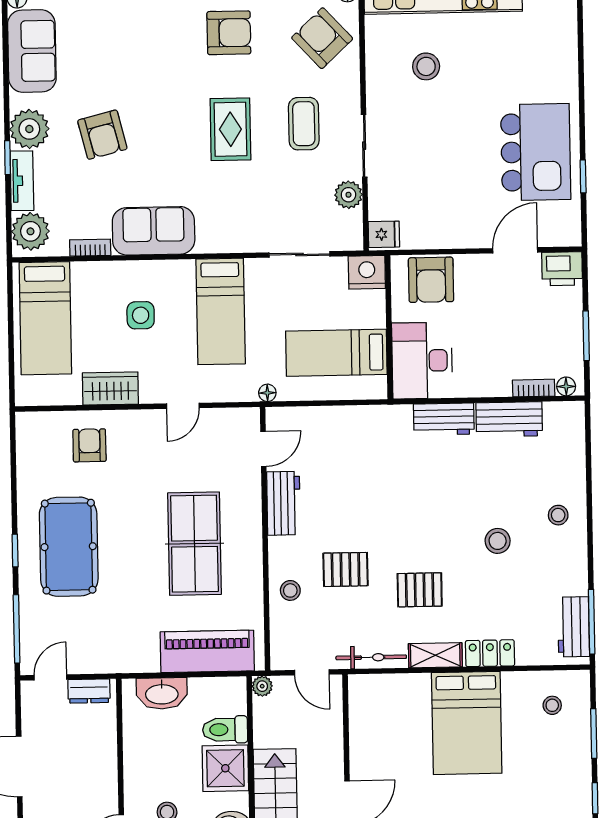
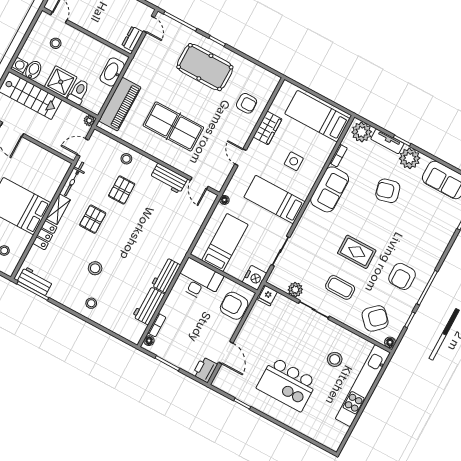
kitchen island: (536, 152) -> (287, 384), moved

